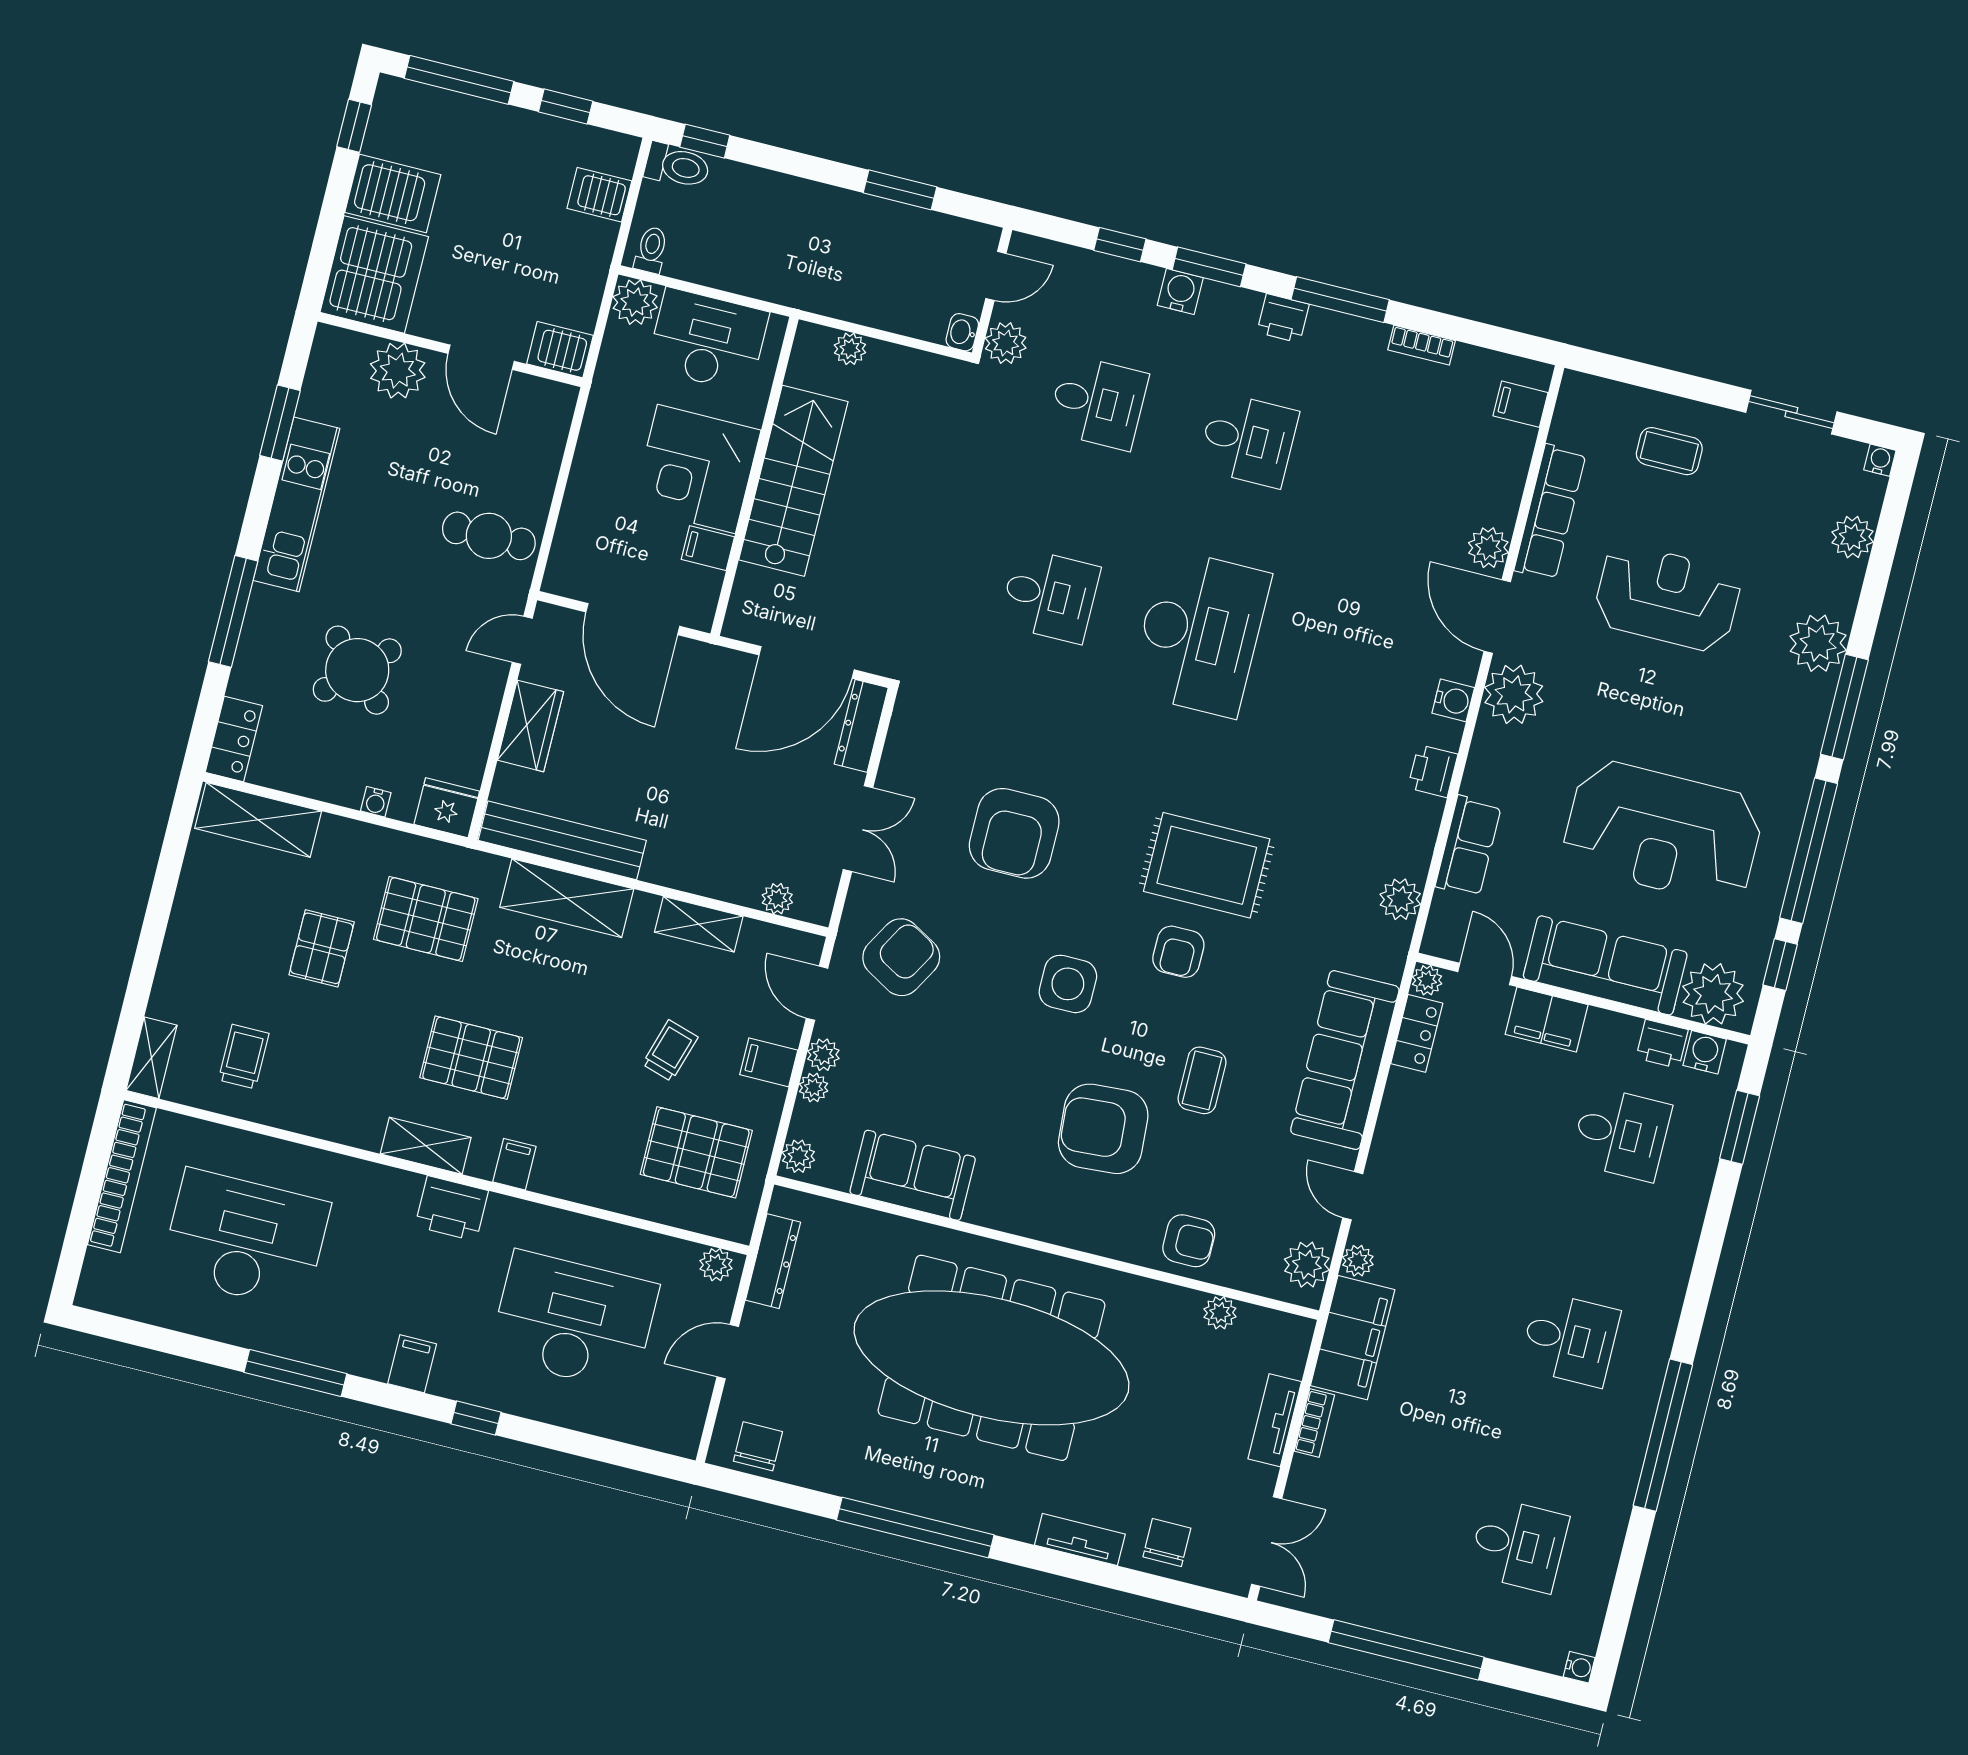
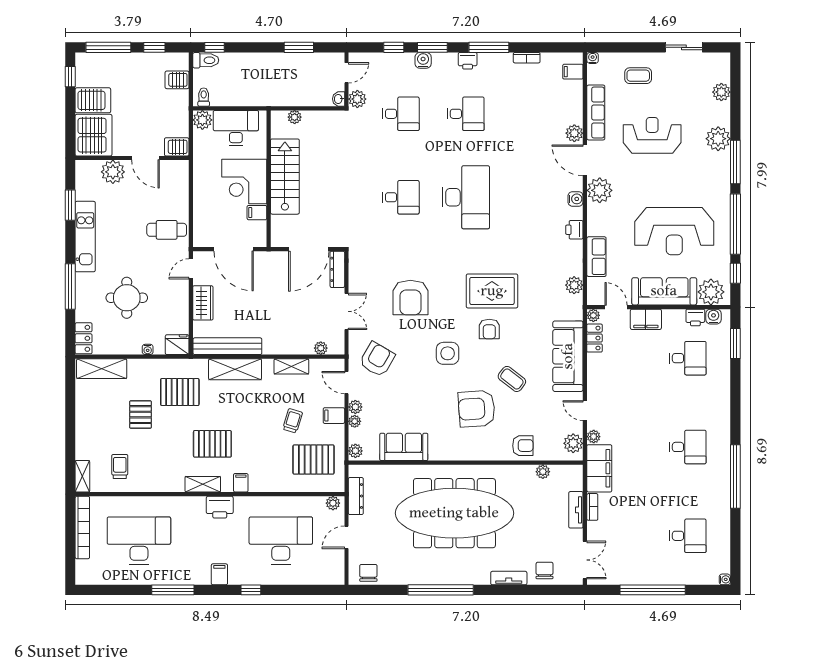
water cooler: (1880, 460) -> (593, 58), moved
round table: (357, 670) -> (127, 298), turned 45
coffee table: (1202, 1080) -> (512, 379), turned -52

